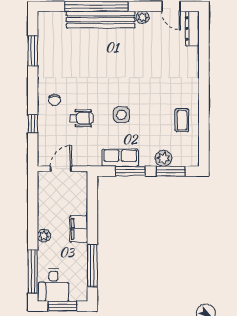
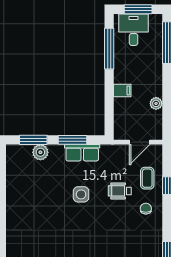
coffee table: (182, 120) -> (147, 178), moved
filing cabinet: (79, 229) -> (122, 90), width x0.50
plant: (44, 236) -> (156, 103), moved
desk: (53, 285) -> (134, 30), moved

